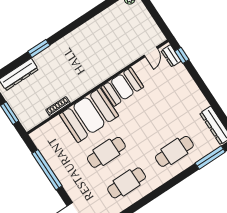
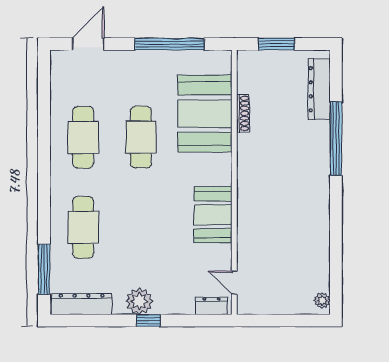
window: (39, 48) -> (336, 139), width x2.11
window: (182, 55) -> (148, 321), moved
plant: (194, 96) -> (139, 301), added
booth: (89, 115) -> (205, 114), moved

